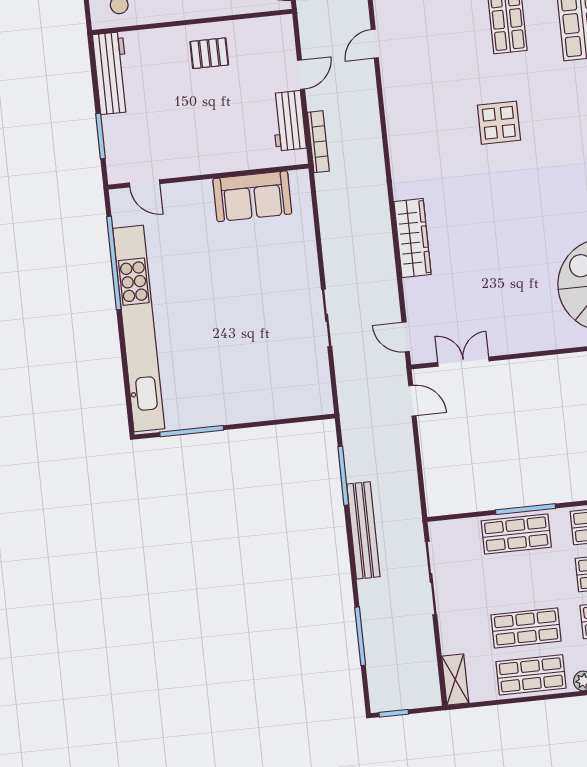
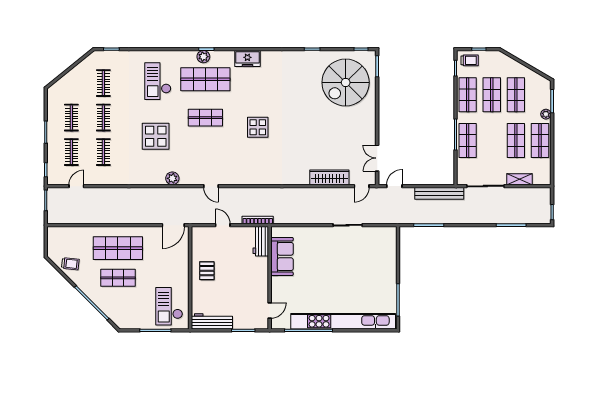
workbench: (288, 121) -> (261, 241), moved, turned 90
wardrobe: (413, 238) -> (329, 177), moved
bench: (363, 530) -> (439, 193), moved
shelving: (455, 680) -> (519, 179), moved

